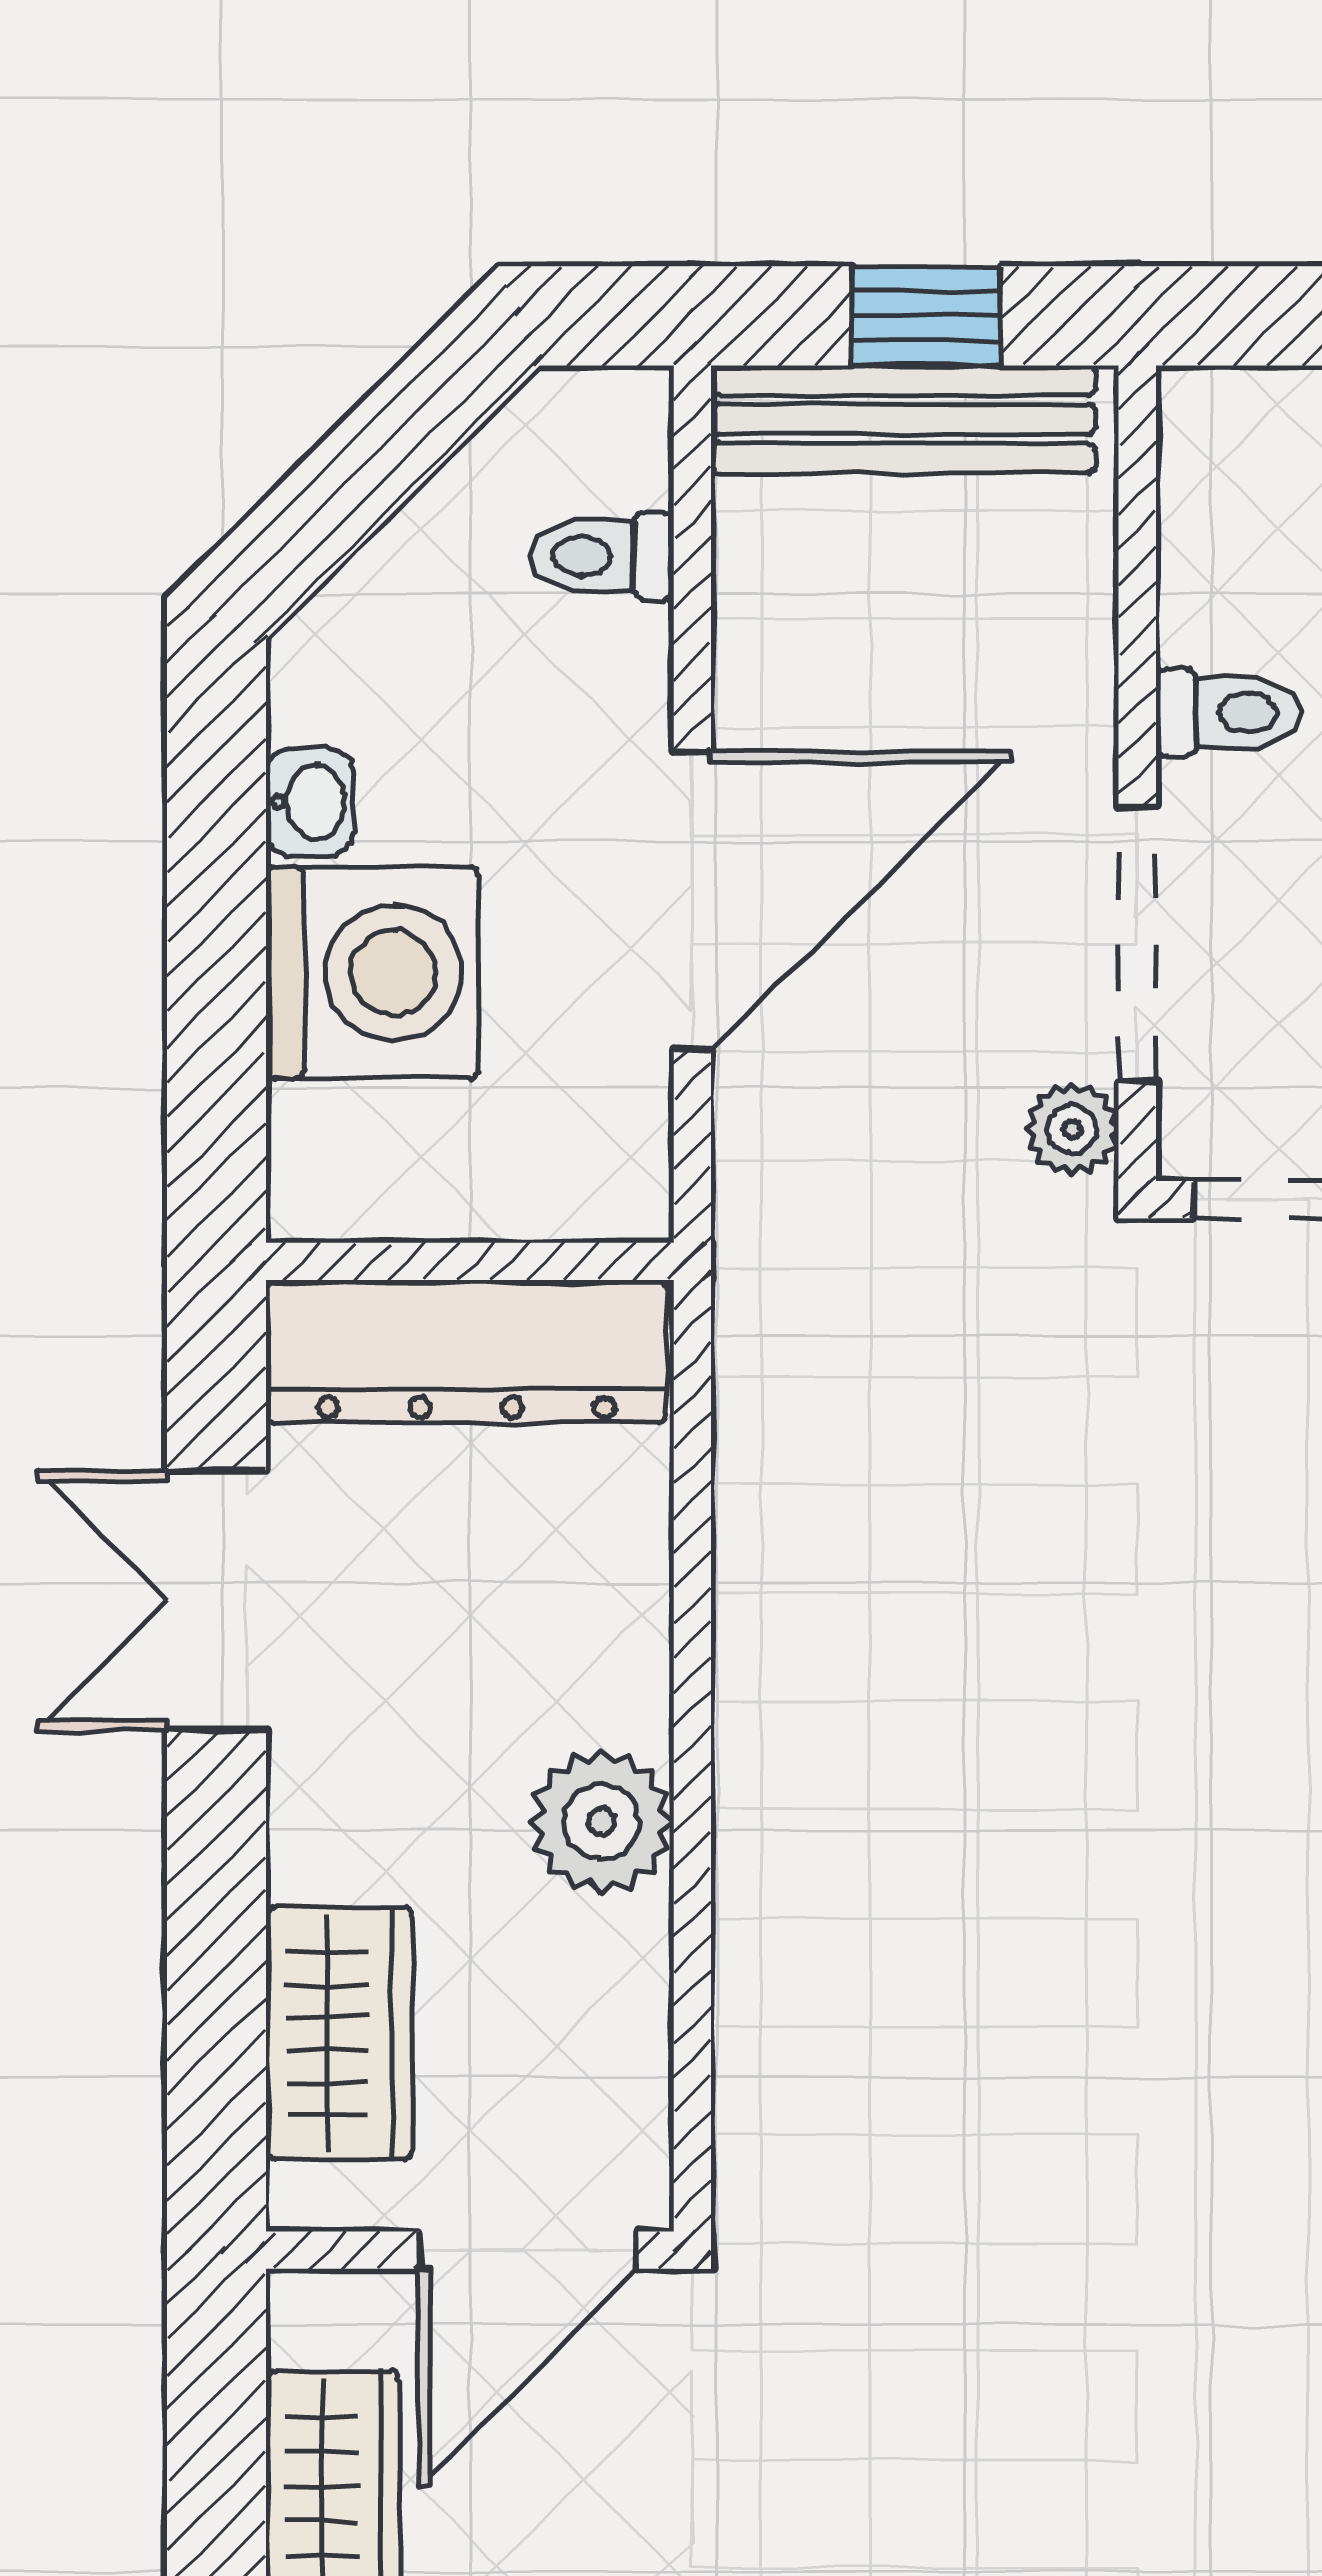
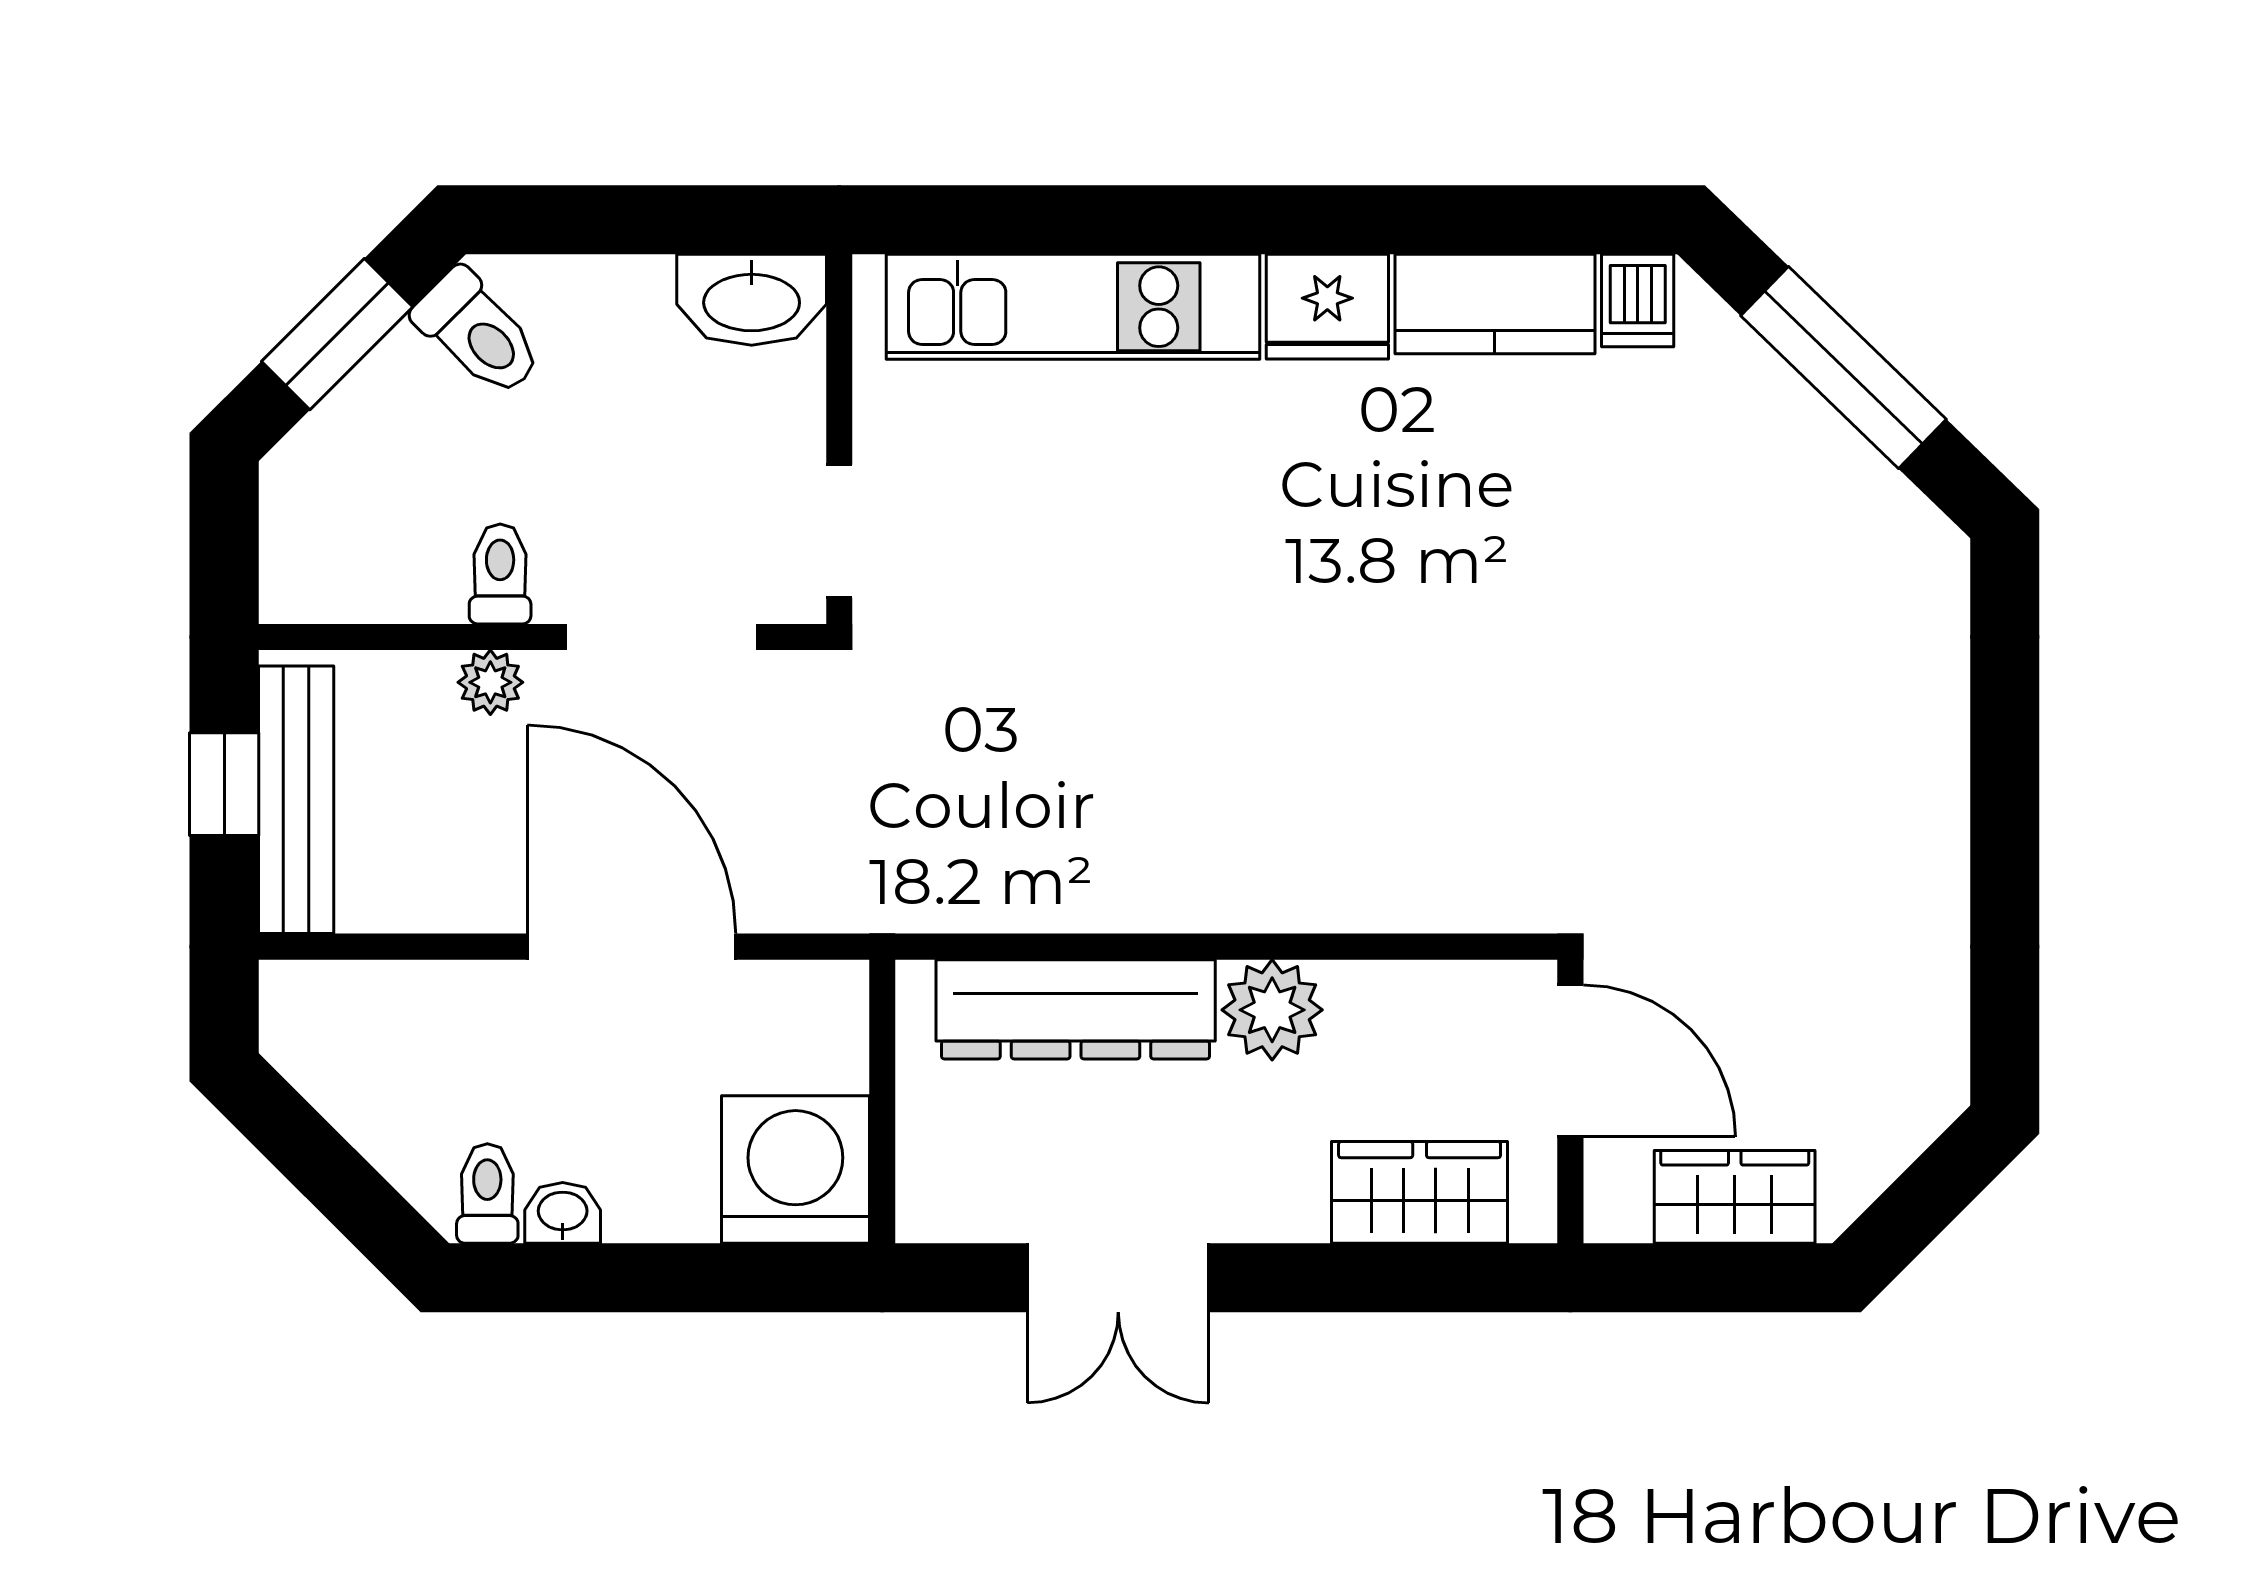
toilet: (602, 556) -> (487, 1194), moved, turned 180
washing machine: (372, 973) -> (795, 1170), moved
plant: (1072, 1129) -> (490, 682), moved
dresser: (466, 1351) -> (1076, 1009), moved, turned 90

